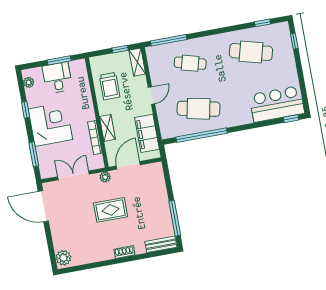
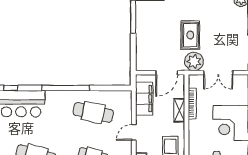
window: (202, 135) -> (66, 88), moved
plant: (105, 177) -> (194, 62), width x1.87, depth x1.87
rug: (111, 210) -> (190, 35), turned 90

